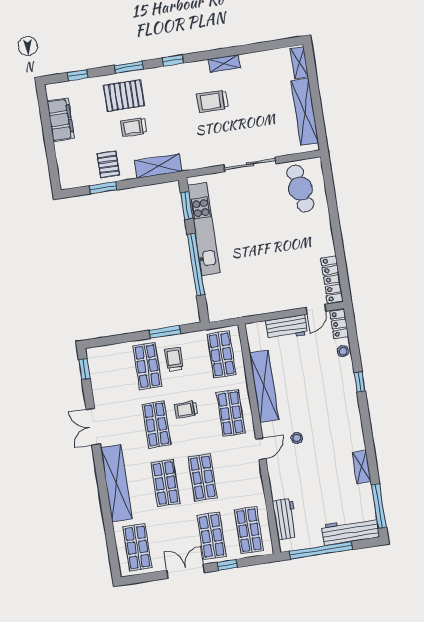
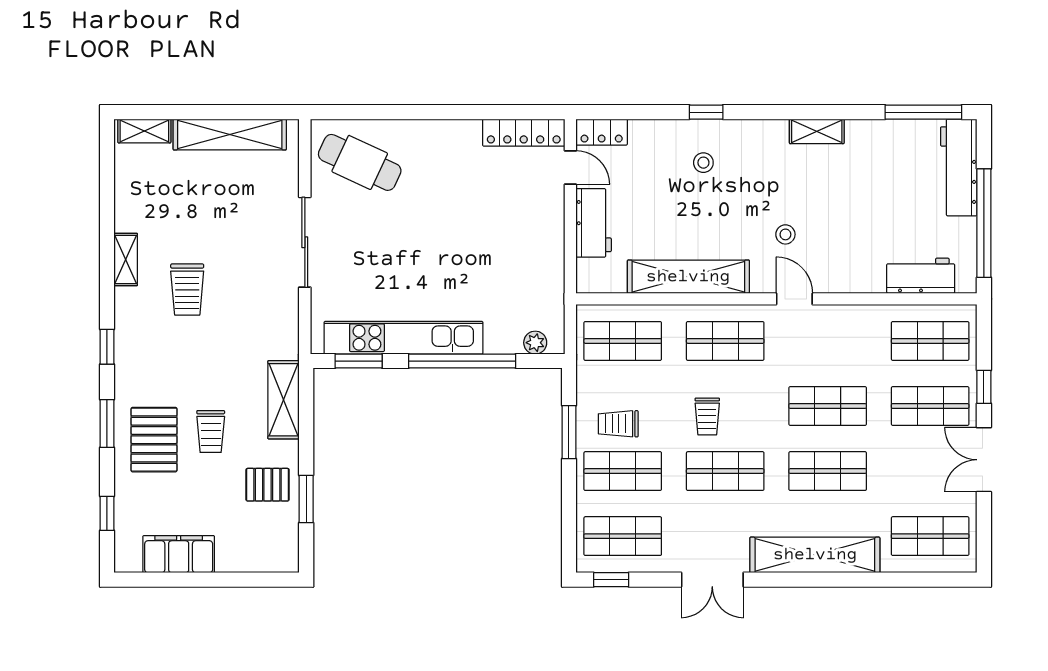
cafe table: (300, 189) -> (360, 162), turned 34
plant: (213, 305) -> (535, 343), added
stool: (343, 351) -> (703, 163), moved
shop shelf: (110, 372) -> (623, 536), added
shelving: (362, 467) -> (817, 131), moved

